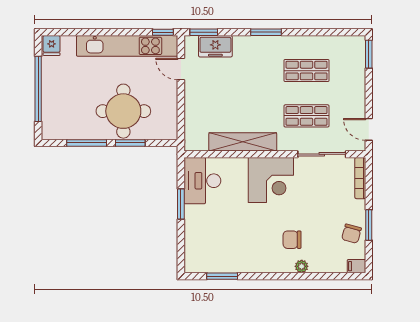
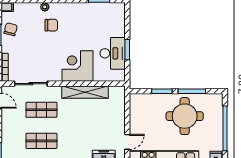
door: (181, 69) -> (127, 142), hinge flipped
round table: (123, 111) -> (185, 116), moved
corner desk: (271, 180) -> (78, 66), moved
desk: (202, 181) -> (113, 53), moved

